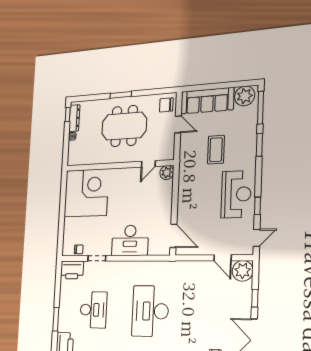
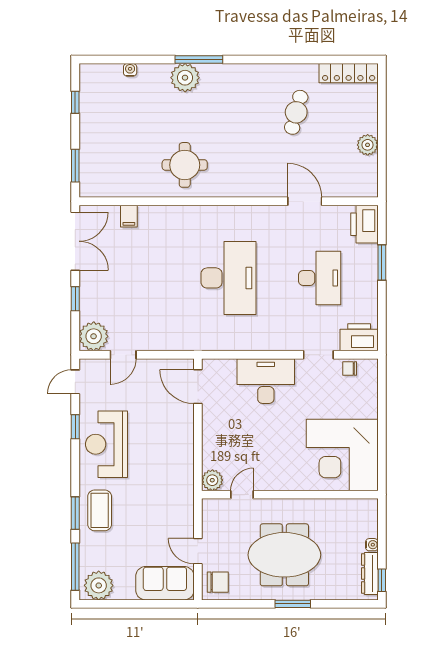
sofa: (207, 101) -> (165, 583), width x0.73
coffee table: (216, 150) -> (100, 510), moved
door: (223, 258) -> (123, 355), swing flipped
desk: (93, 310) -> (320, 278), turned 180

